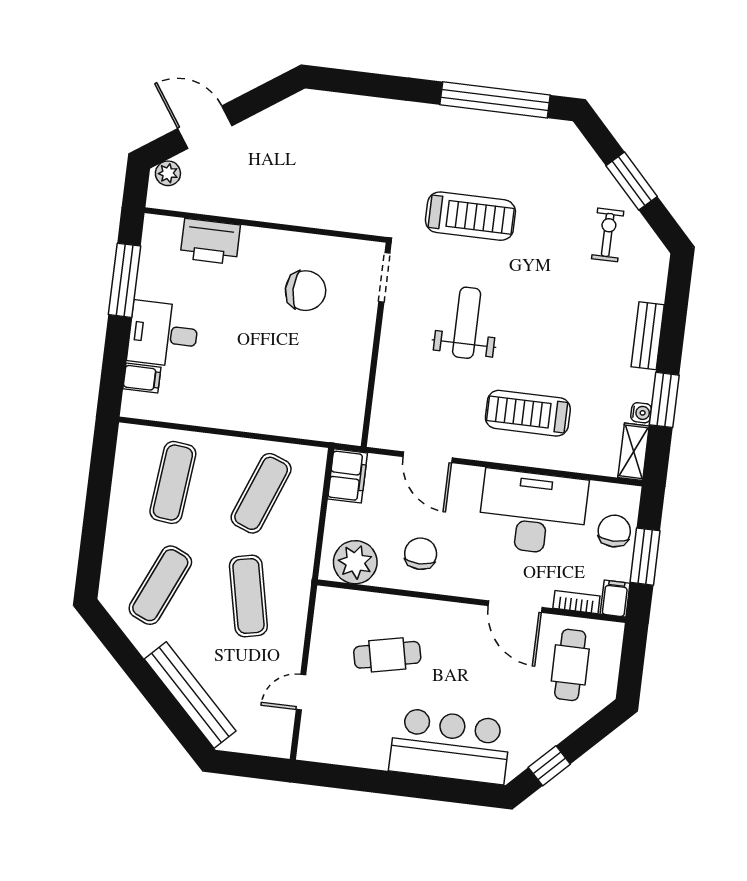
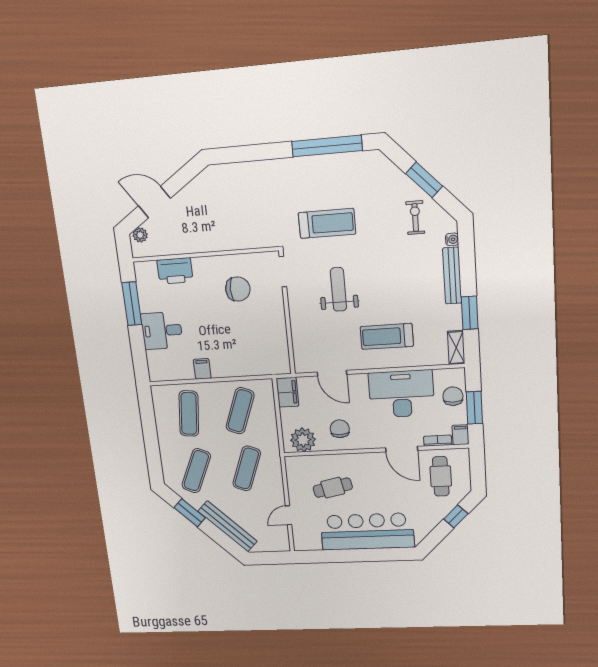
bench: (648, 336) -> (452, 276), width x1.36
filing cabinet: (142, 378) -> (202, 369), moved, turned -90
water cooler: (641, 413) -> (452, 239), moved
exercise mat: (248, 596) -> (247, 468), turned 33
window: (130, 659) -> (190, 513), added
bar counter: (450, 746) -> (367, 532), width x1.36
window: (549, 766) -> (456, 516), moved

